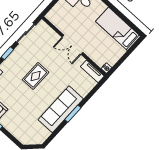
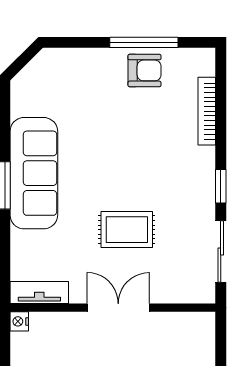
rug: (36, 76) -> (127, 230), moved, turned 90

